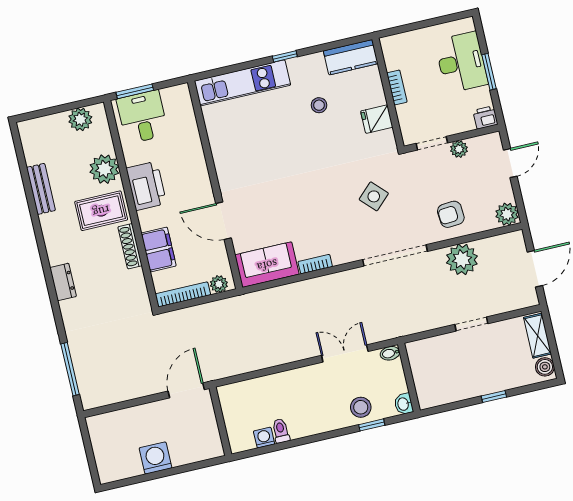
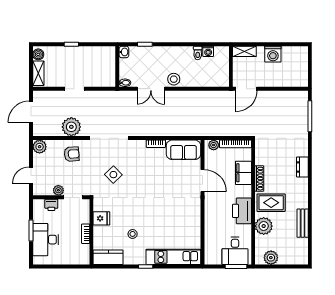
printer: (485, 117) -> (51, 205), moved
stool: (361, 407) -> (174, 79), moved
shelving: (204, 452) -> (244, 51), added

